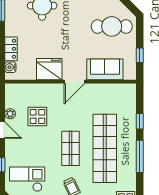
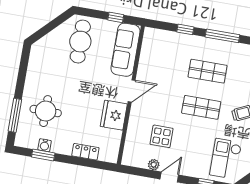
water cooler: (10, 67) -> (45, 145), moved
sofa: (105, 69) -> (125, 50), width x1.36
door: (74, 82) -> (132, 91), hinge flipped
shop shelf: (105, 148) -> (208, 71), width x0.50, depth x0.74

